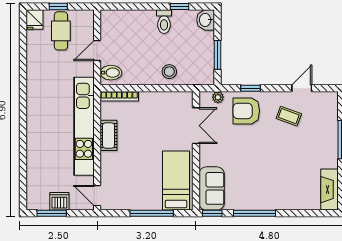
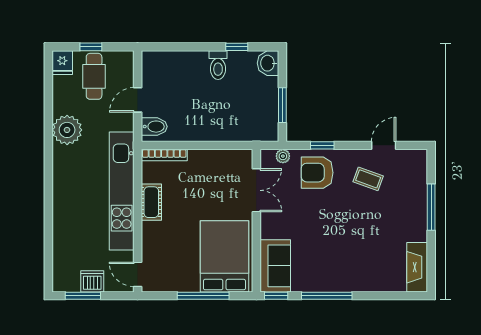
stool: (169, 72) -> (224, 125), removed
plant: (38, 75) -> (67, 130), added
bed: (176, 181) -> (224, 256), width x1.50

